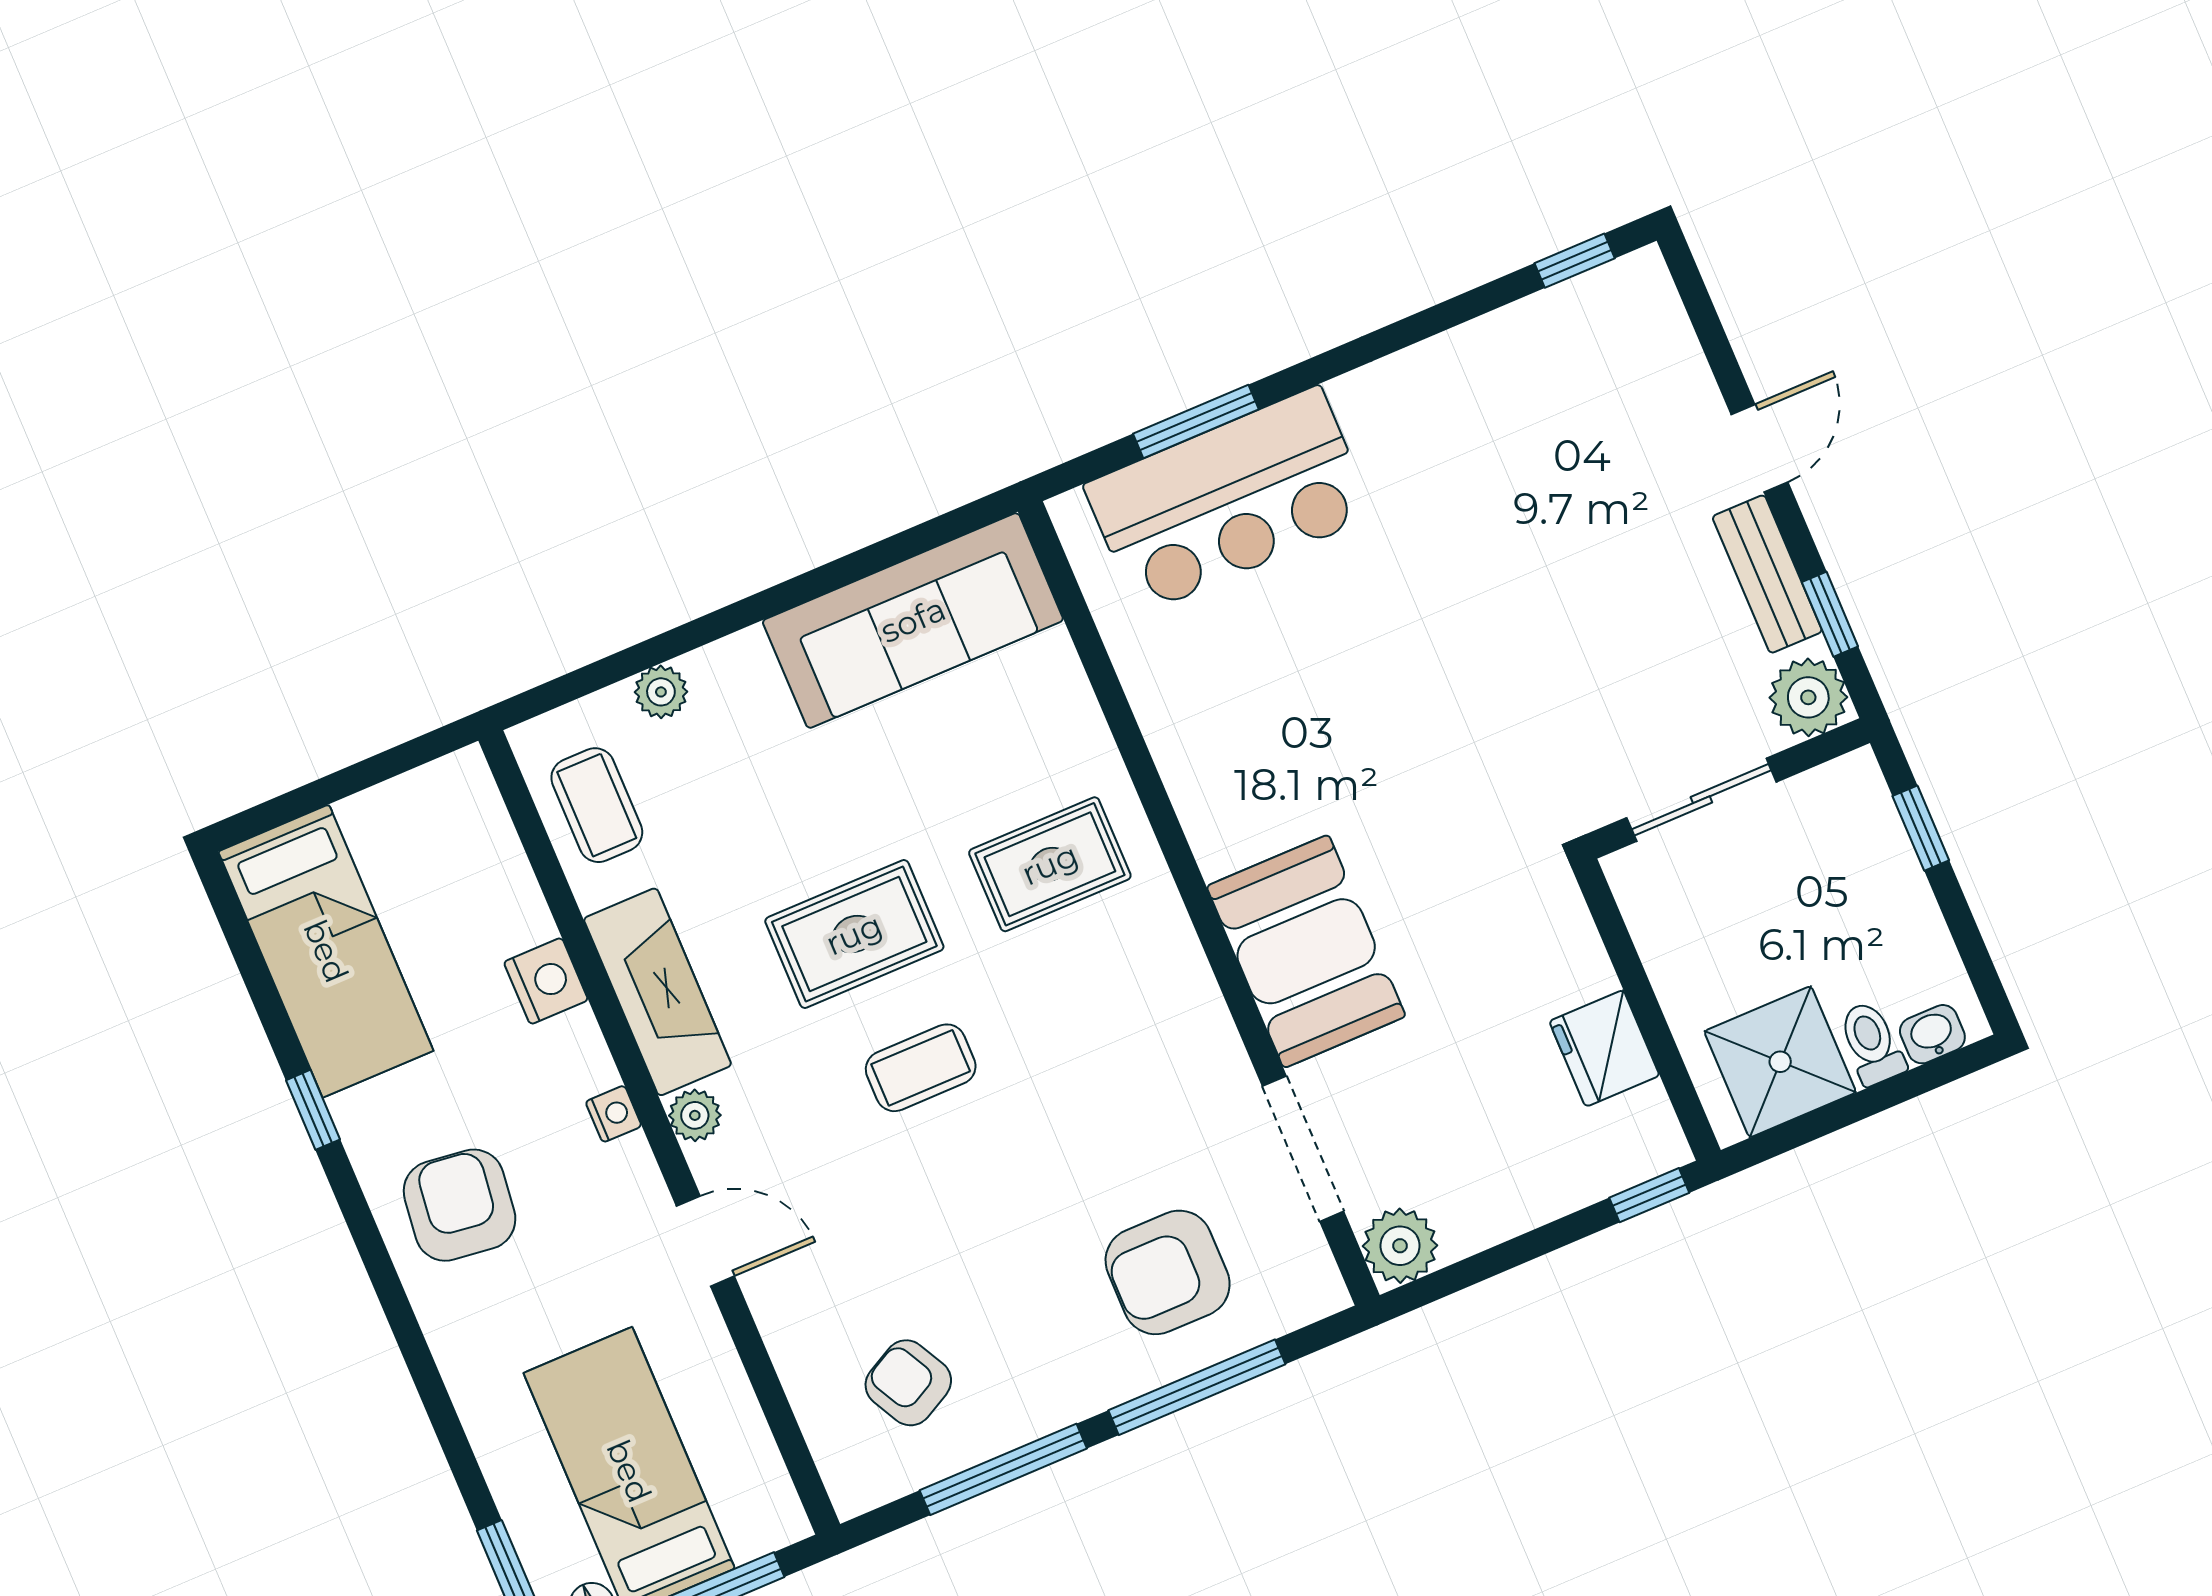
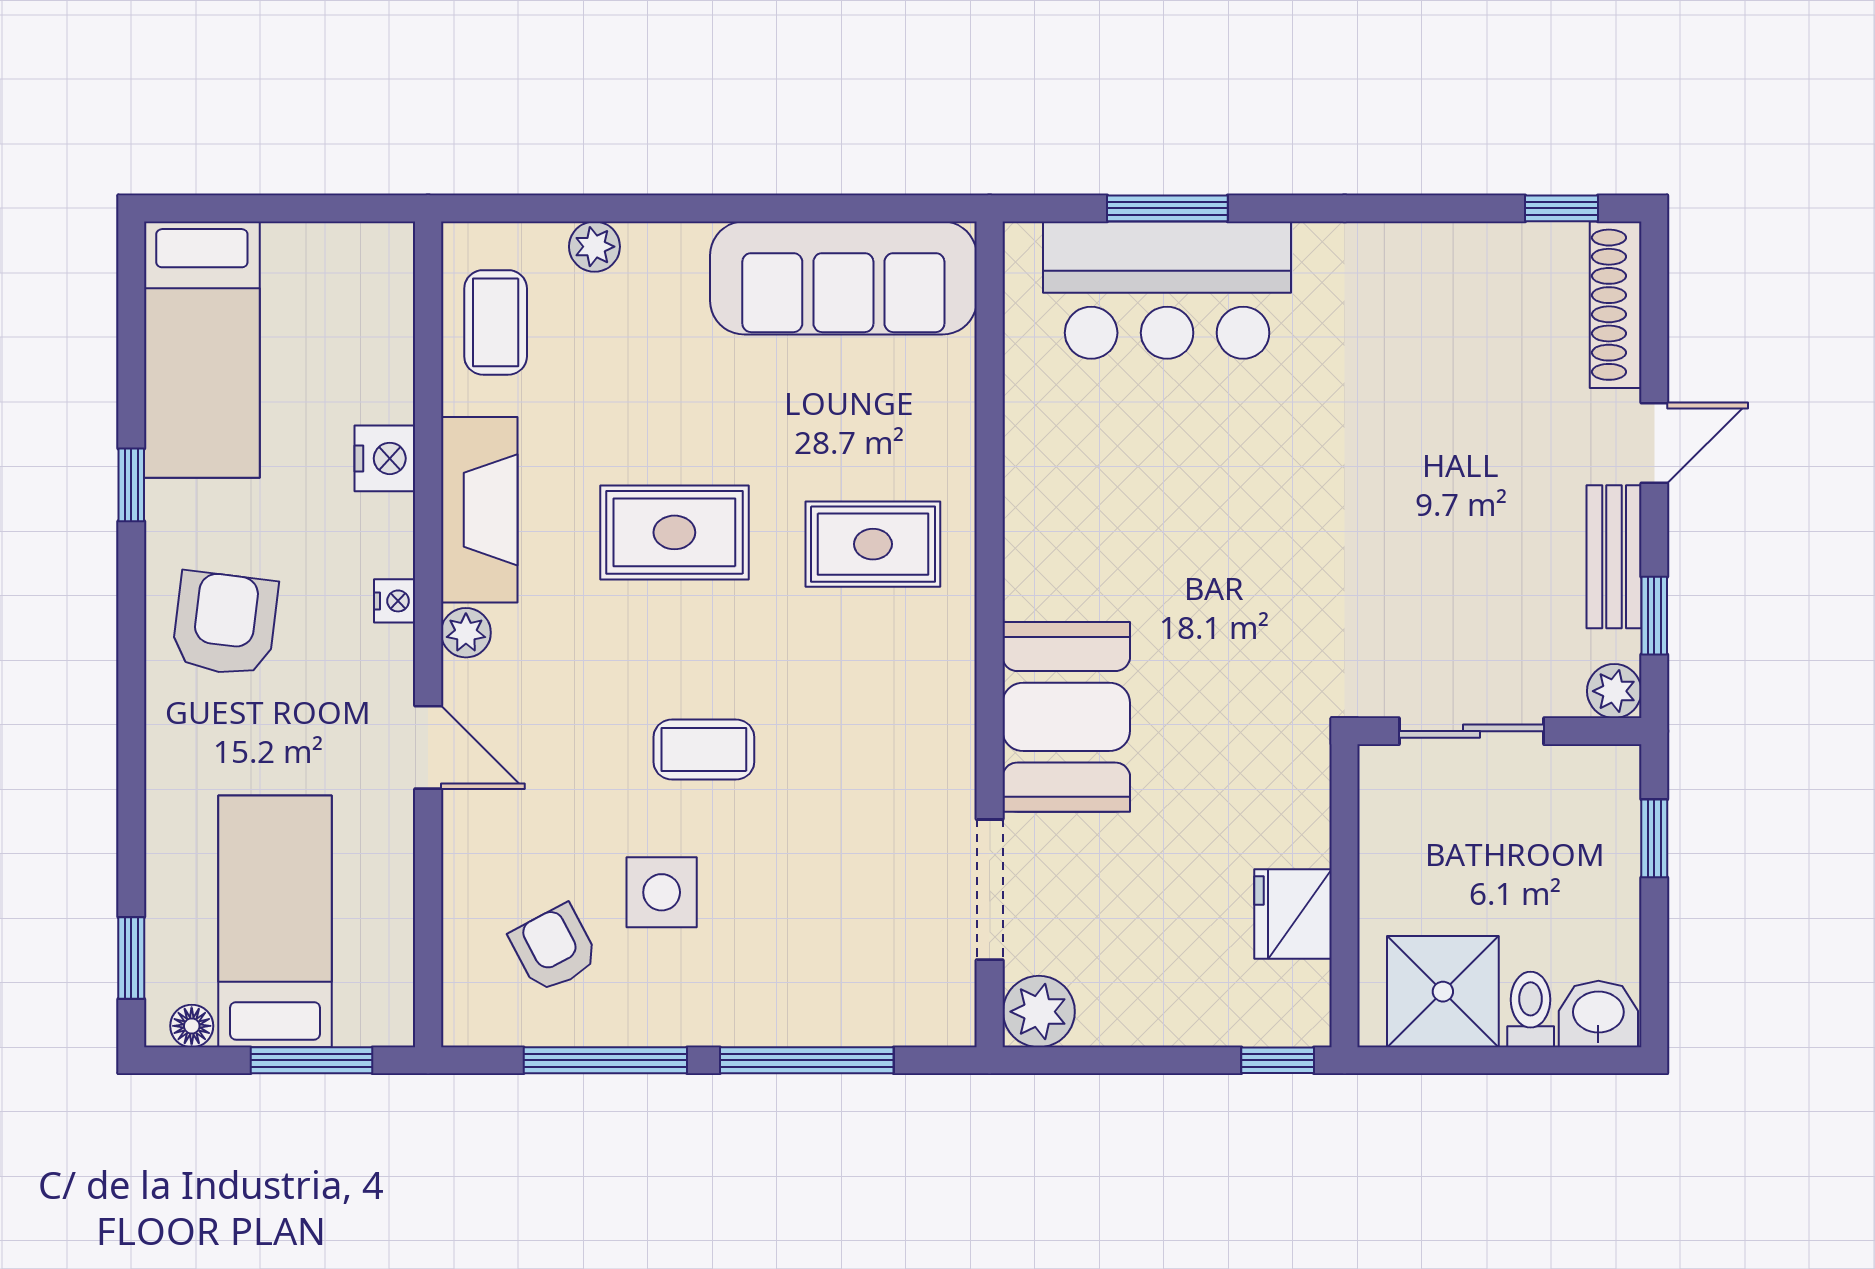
shoe rack: (1666, 331) -> (1616, 305), added
plant: (1808, 697) -> (1614, 691), width x0.73, depth x0.73
washbasin: (1932, 1034) -> (1598, 1014), width x1.38, depth x1.45
coffee table: (921, 1068) -> (704, 750), moved
armchair: (1168, 1272) -> (824, 948), removed
side table: (989, 1285) -> (662, 892), added

